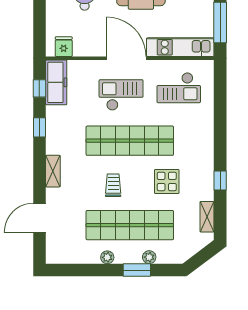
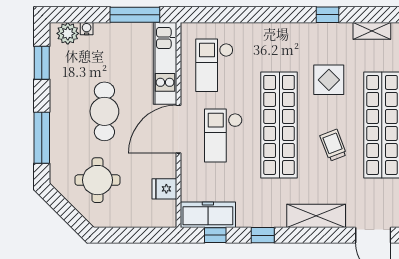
fridge: (64, 47) -> (164, 189), moved
checkout: (179, 88) -> (214, 65), turned 180
shelving: (53, 171) -> (316, 216), width x1.50, depth x1.33
trolley: (113, 185) -> (333, 145), turned 69

